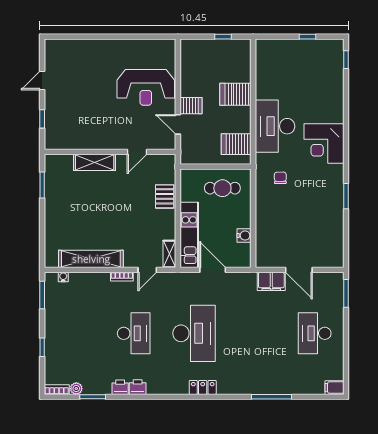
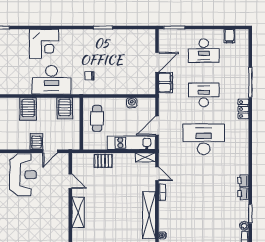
corner desk: (324, 143) -> (44, 44), moved
desk: (134, 333) -> (204, 95), moved
locker: (203, 387) -> (243, 109), moved
filing cabinet: (334, 388) -> (229, 36), moved

